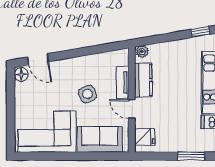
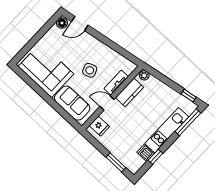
door: (38, 59) -> (80, 23), hinge flipped
door: (132, 109) -> (107, 103), hinge flipped

